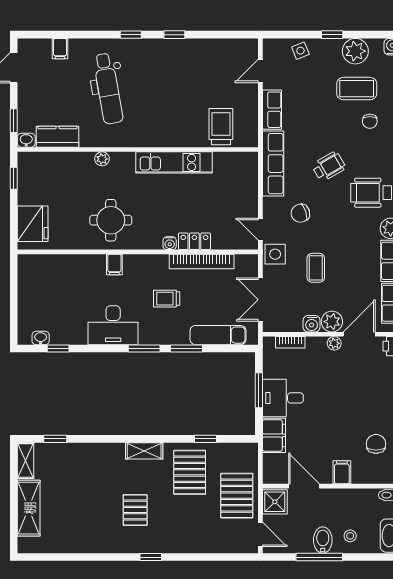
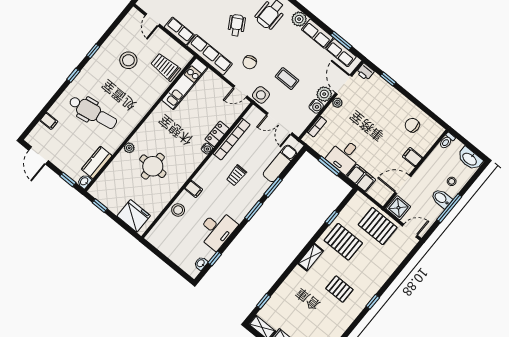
stool: (196, 81) -> (128, 60), added
kitchen unit: (174, 162) -> (185, 84), moved
round table: (111, 220) -> (153, 166), moved
stool: (78, 266) -> (178, 210), added
desk: (113, 325) -> (217, 230), moved

